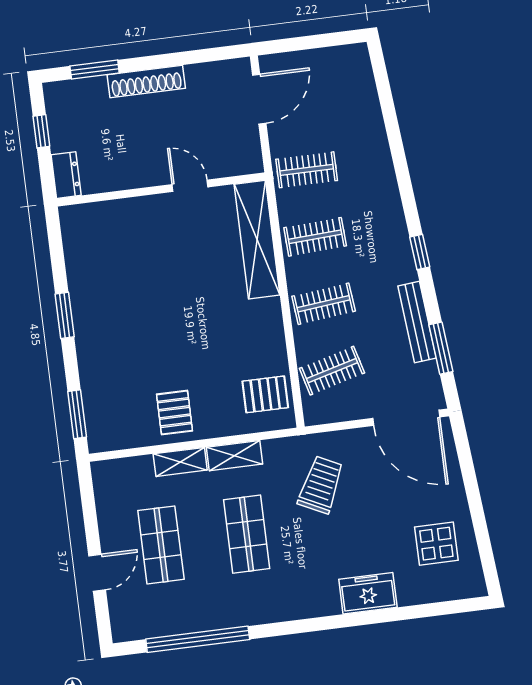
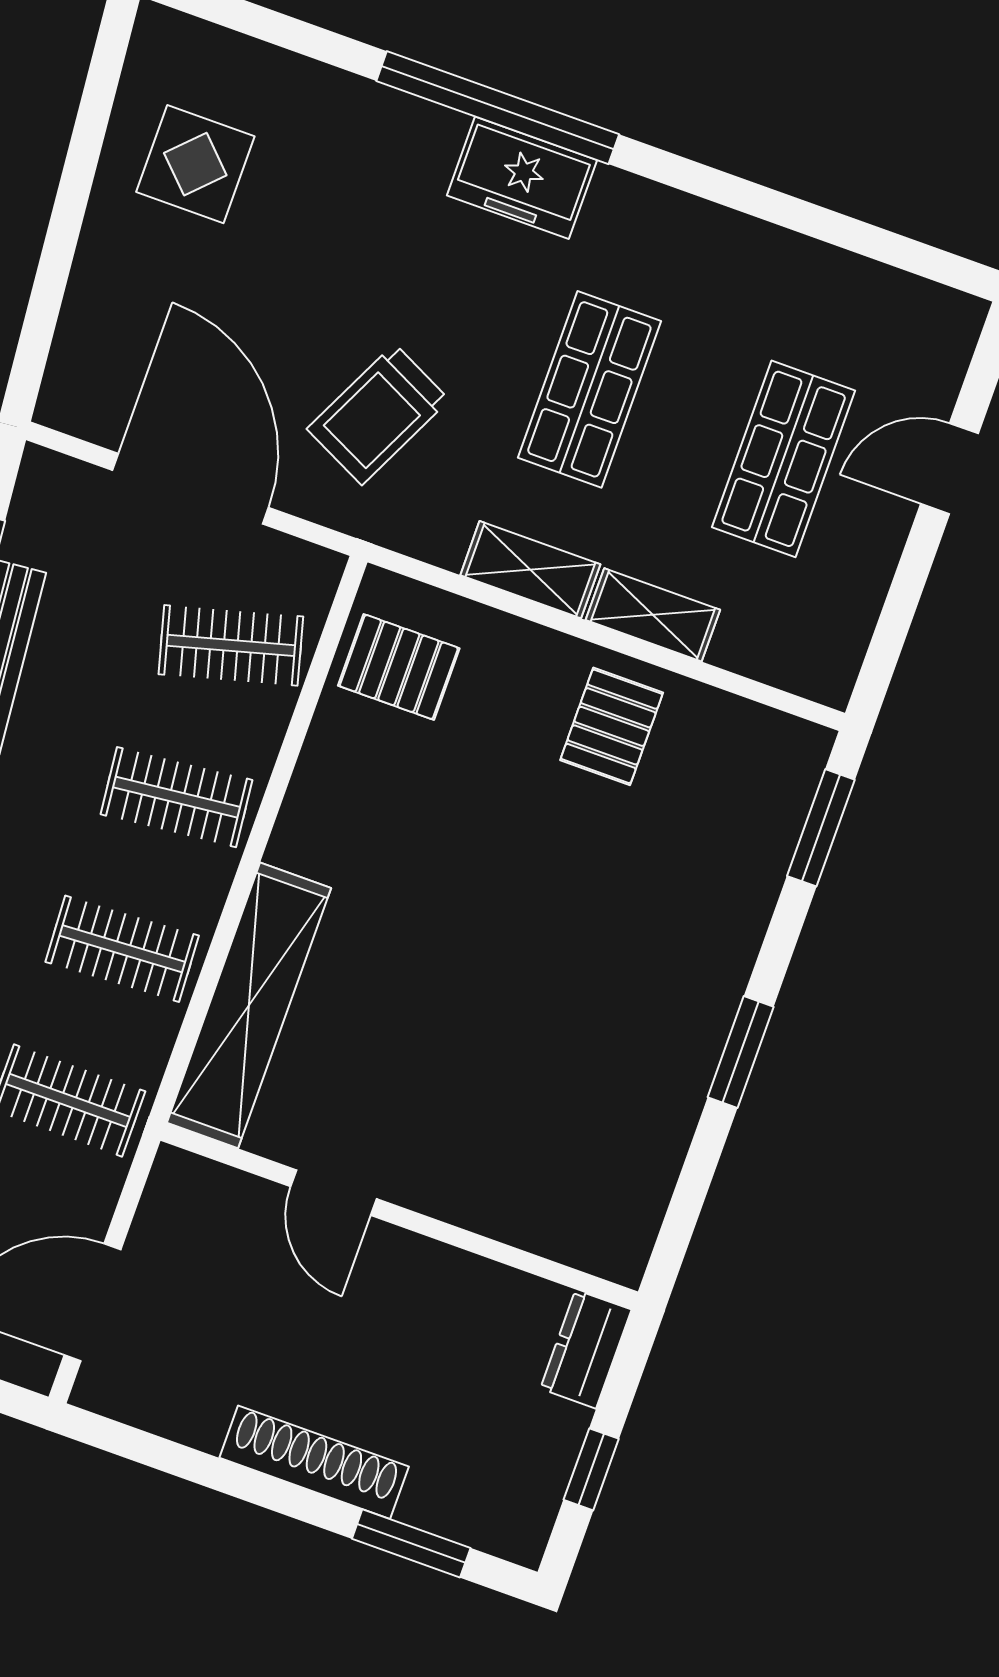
door: (406, 418) -> (191, 489), moved
freezer: (368, 593) -> (522, 178), moved
window: (198, 639) -> (498, 108), moved

